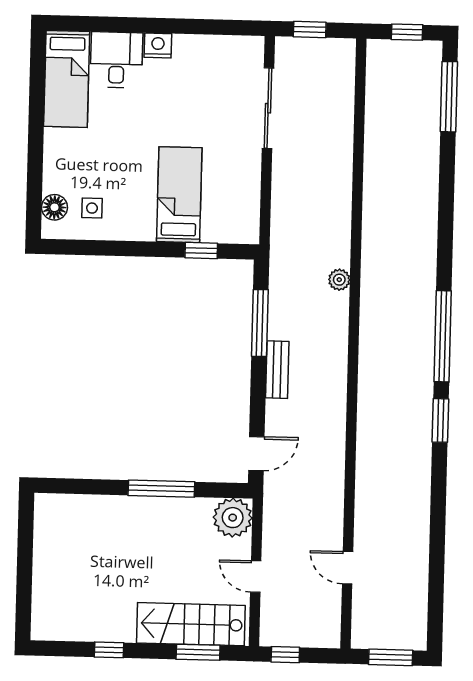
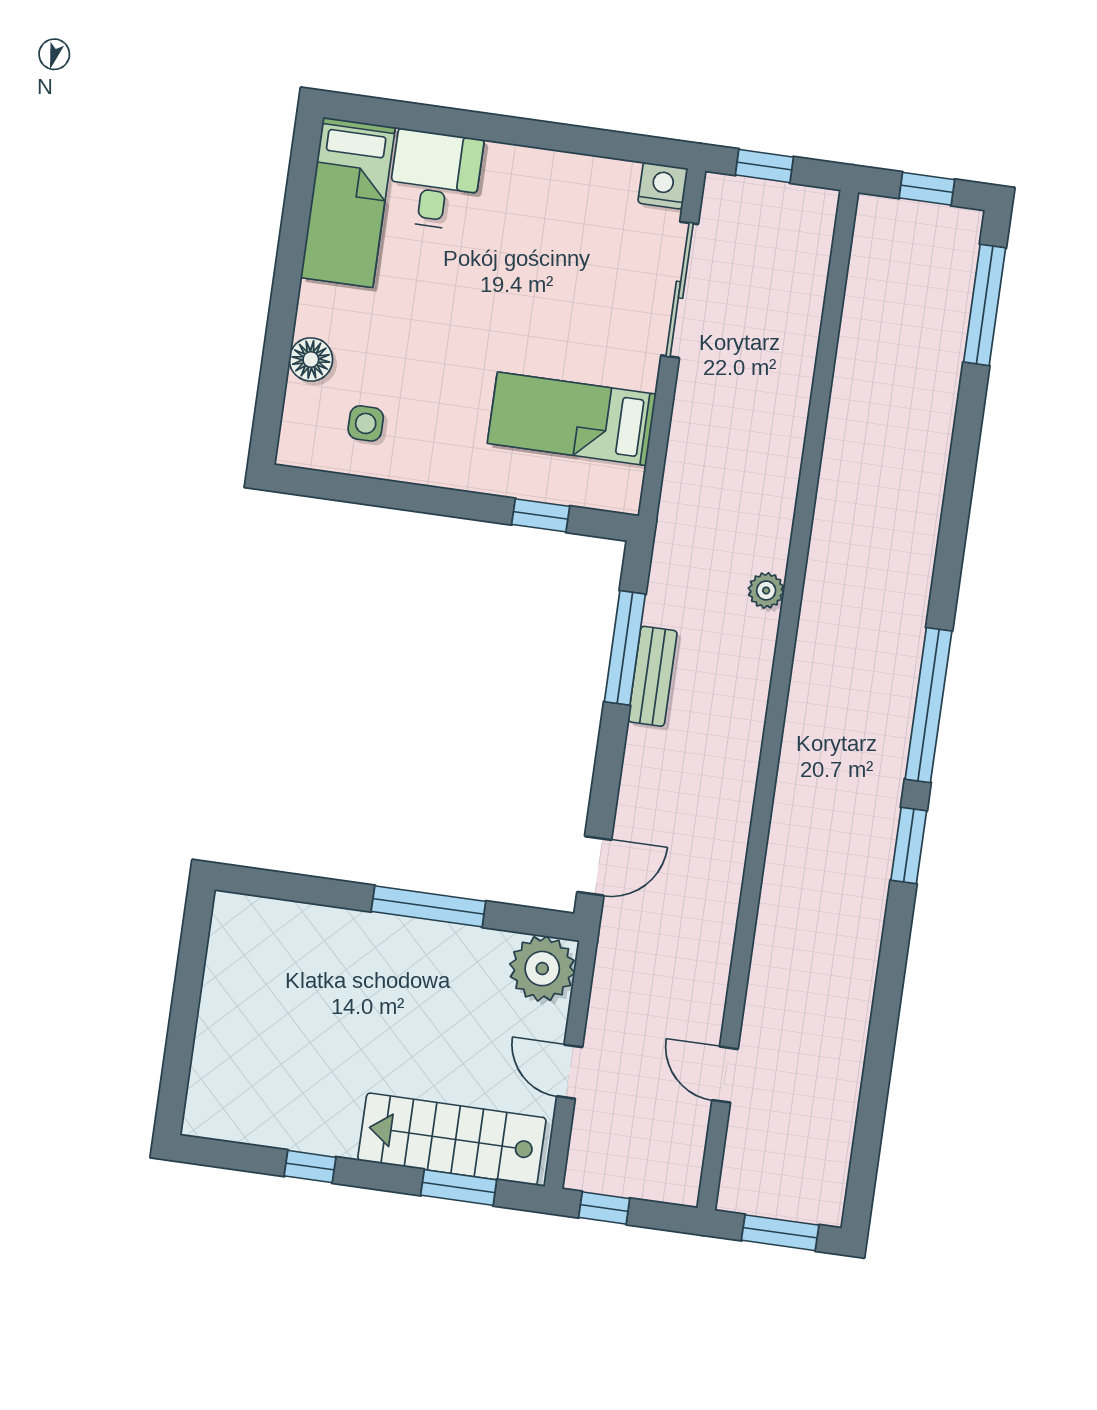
nightstand: (158, 45) -> (663, 186), moved
bed: (179, 195) -> (572, 419), moved, turned -90
floor lamp: (54, 207) -> (311, 359), moved
bench: (277, 370) -> (653, 676), moved

